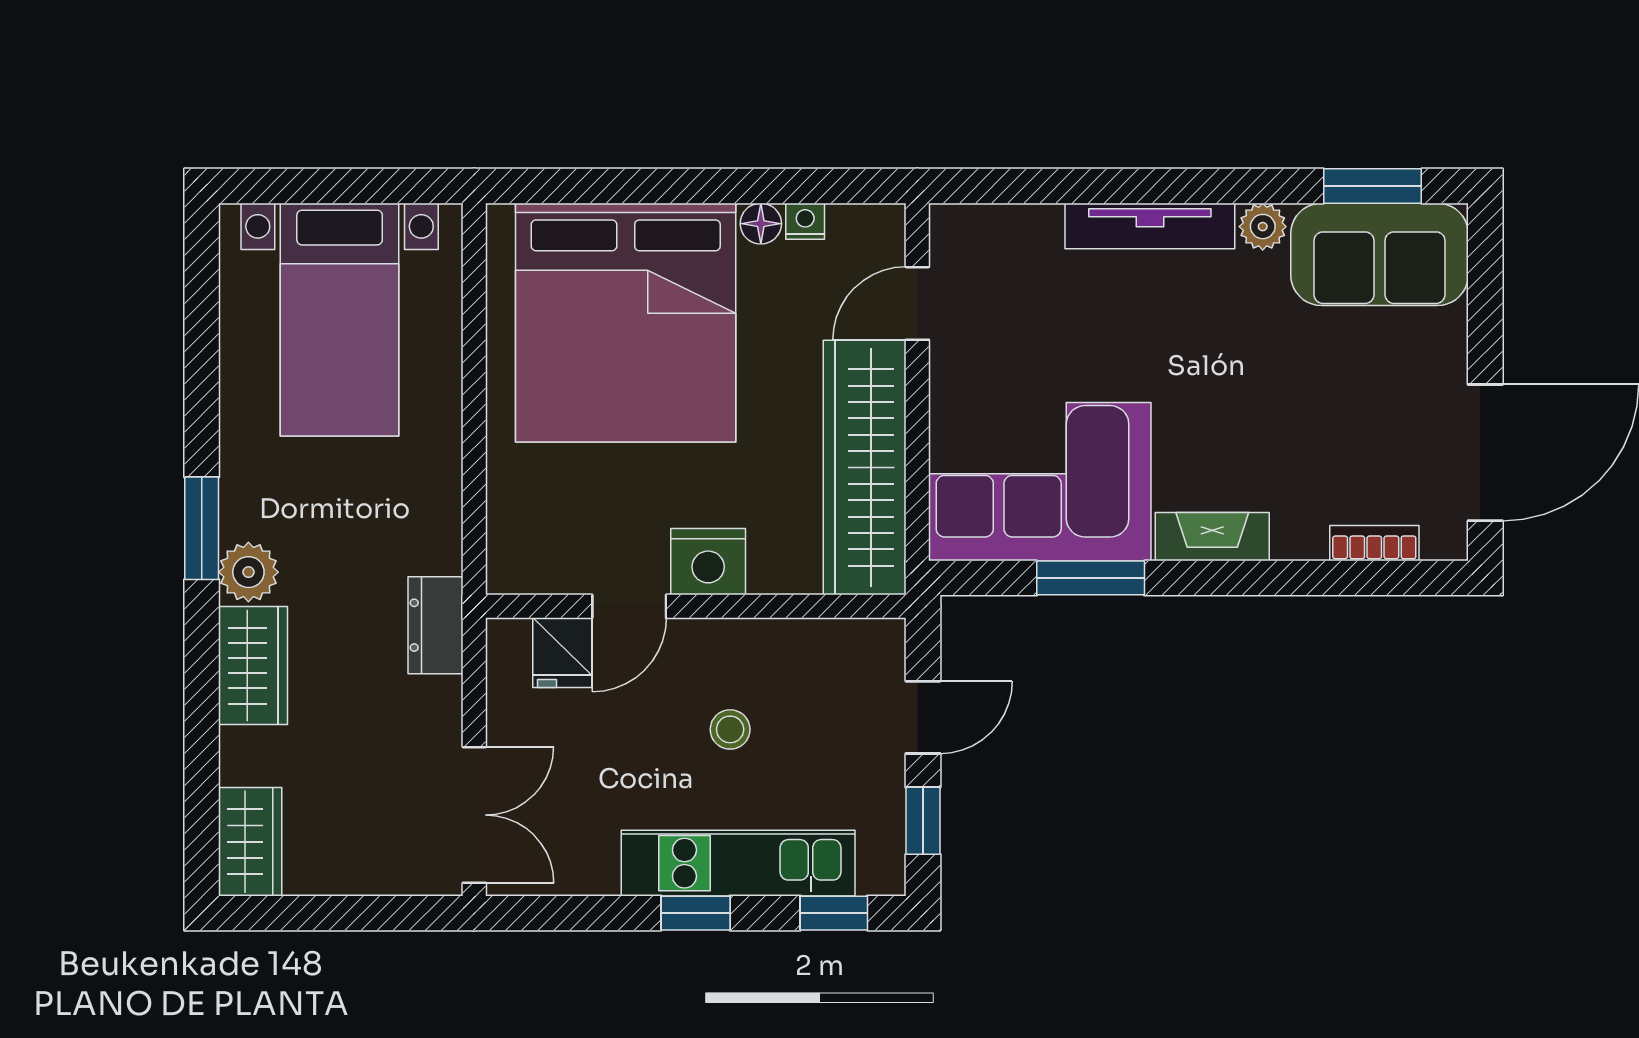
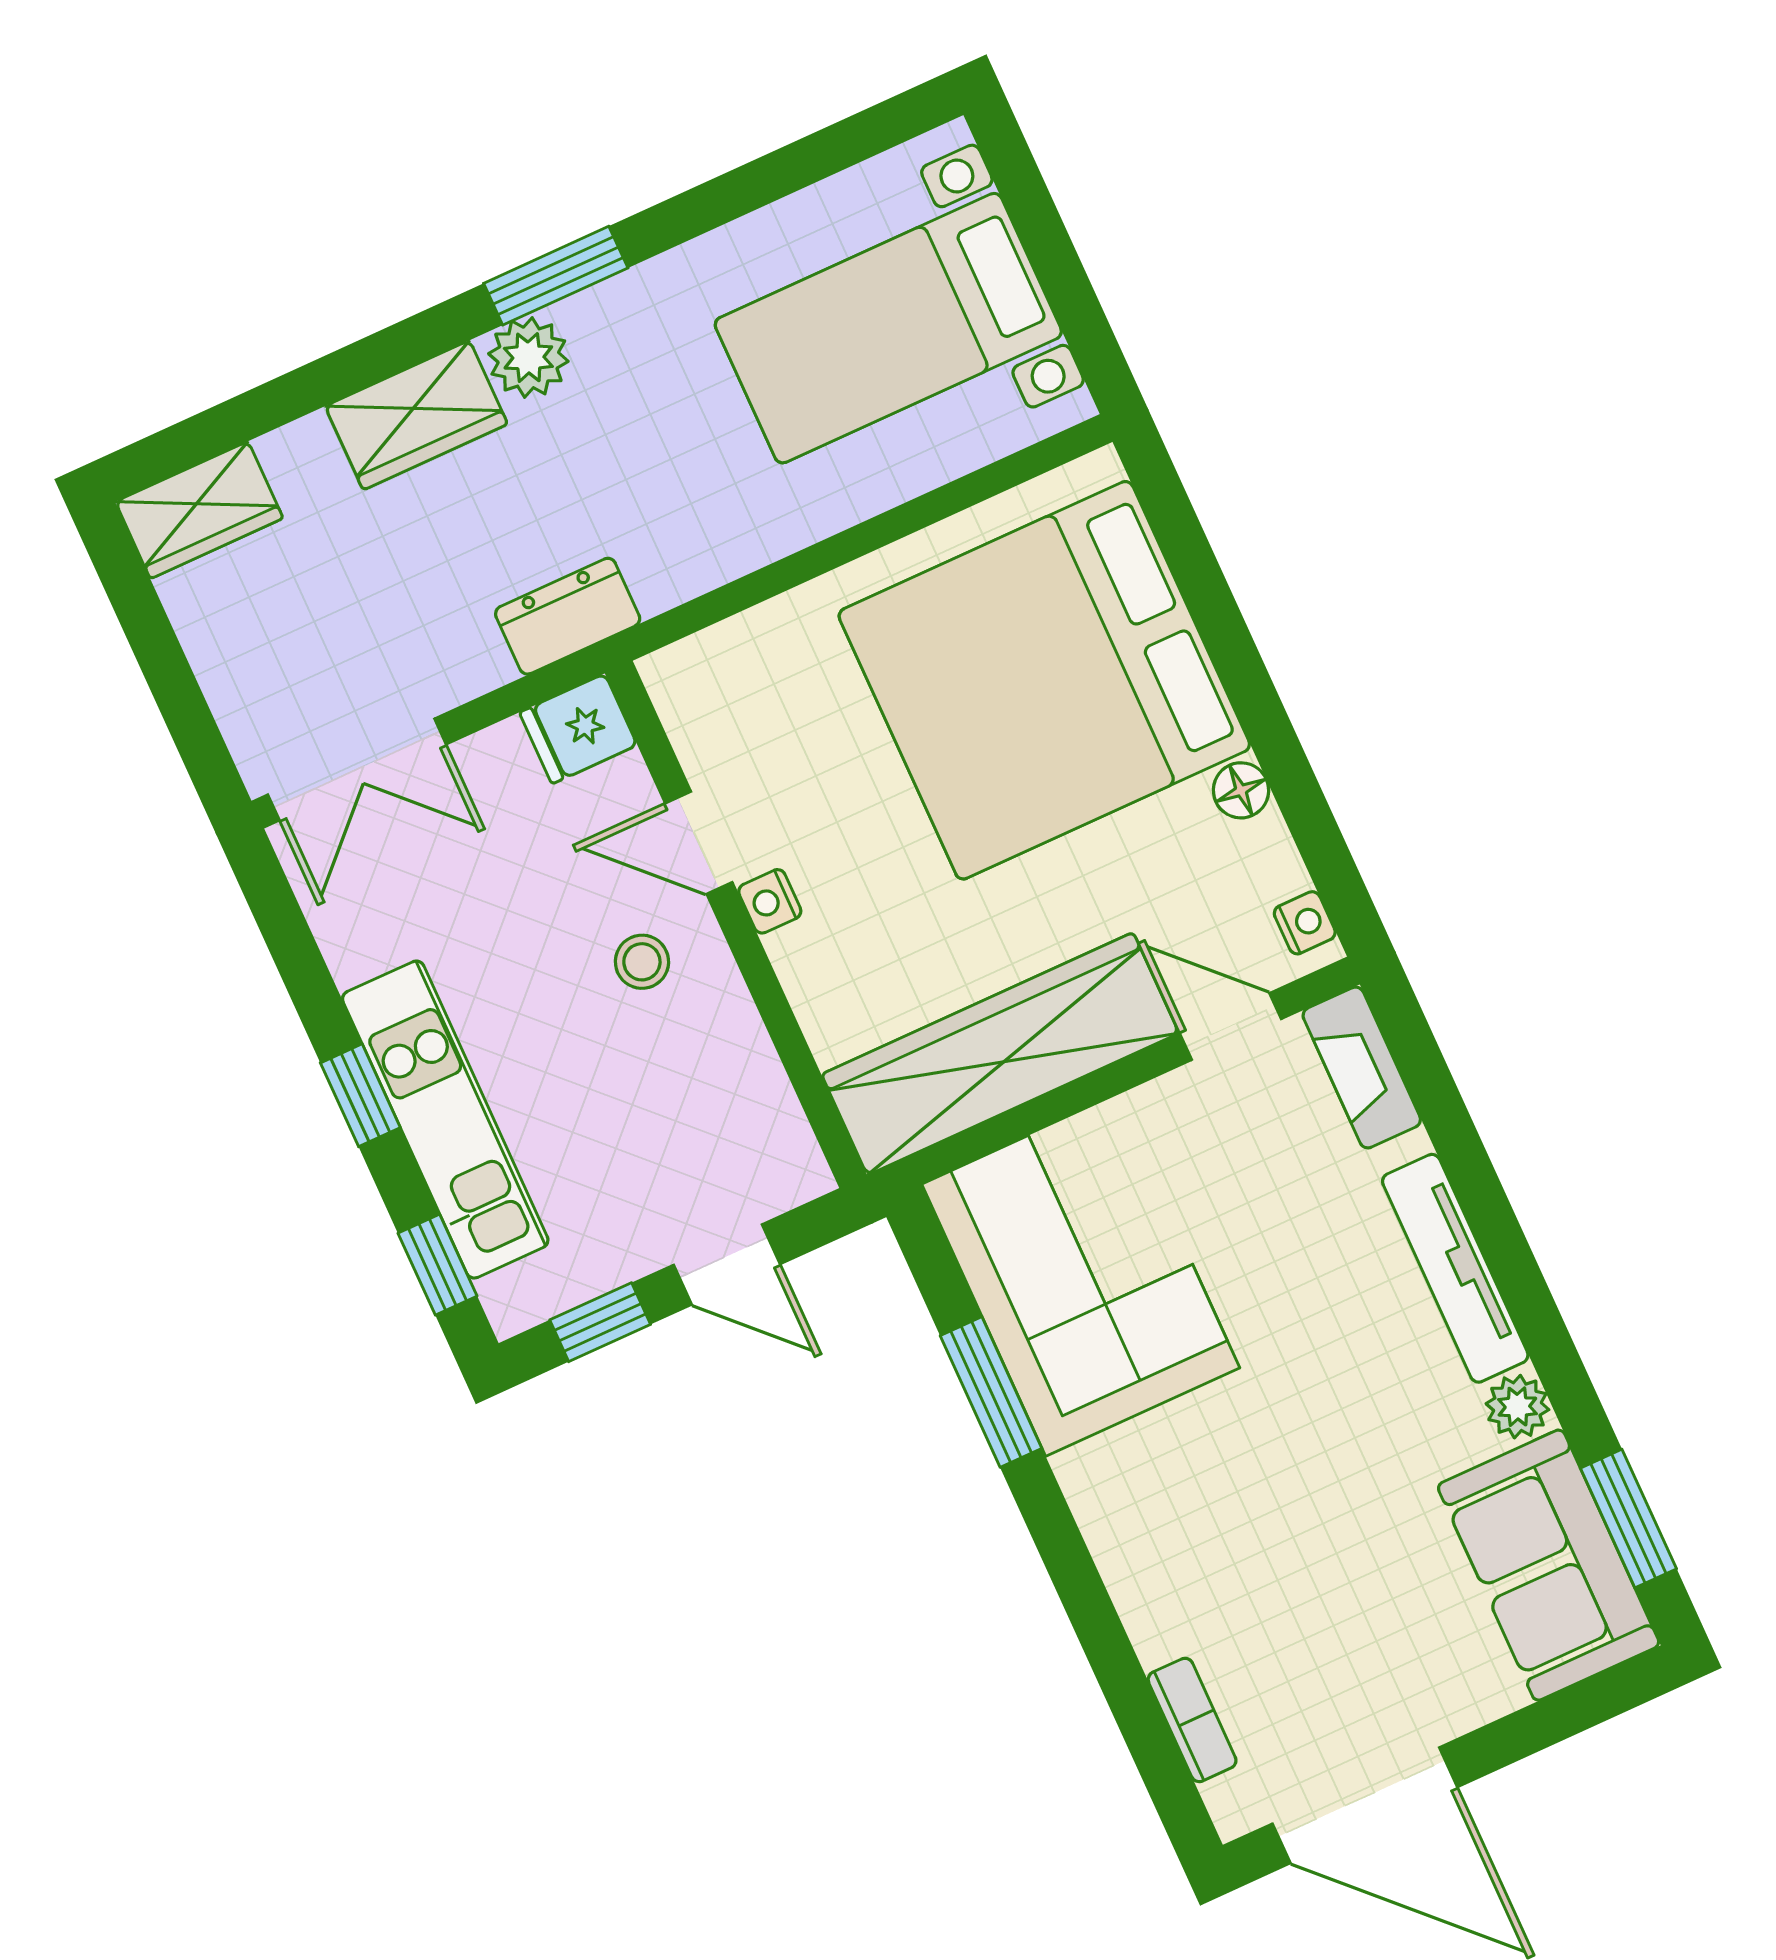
nightstand: (805, 221) -> (1305, 923), moved
fireplace: (1212, 537) -> (1362, 1068), moved, turned 180
nightstand: (708, 562) -> (770, 901), width x0.53, depth x0.56
fridge: (562, 653) -> (578, 729), moved
stool: (730, 729) -> (642, 962), moved

